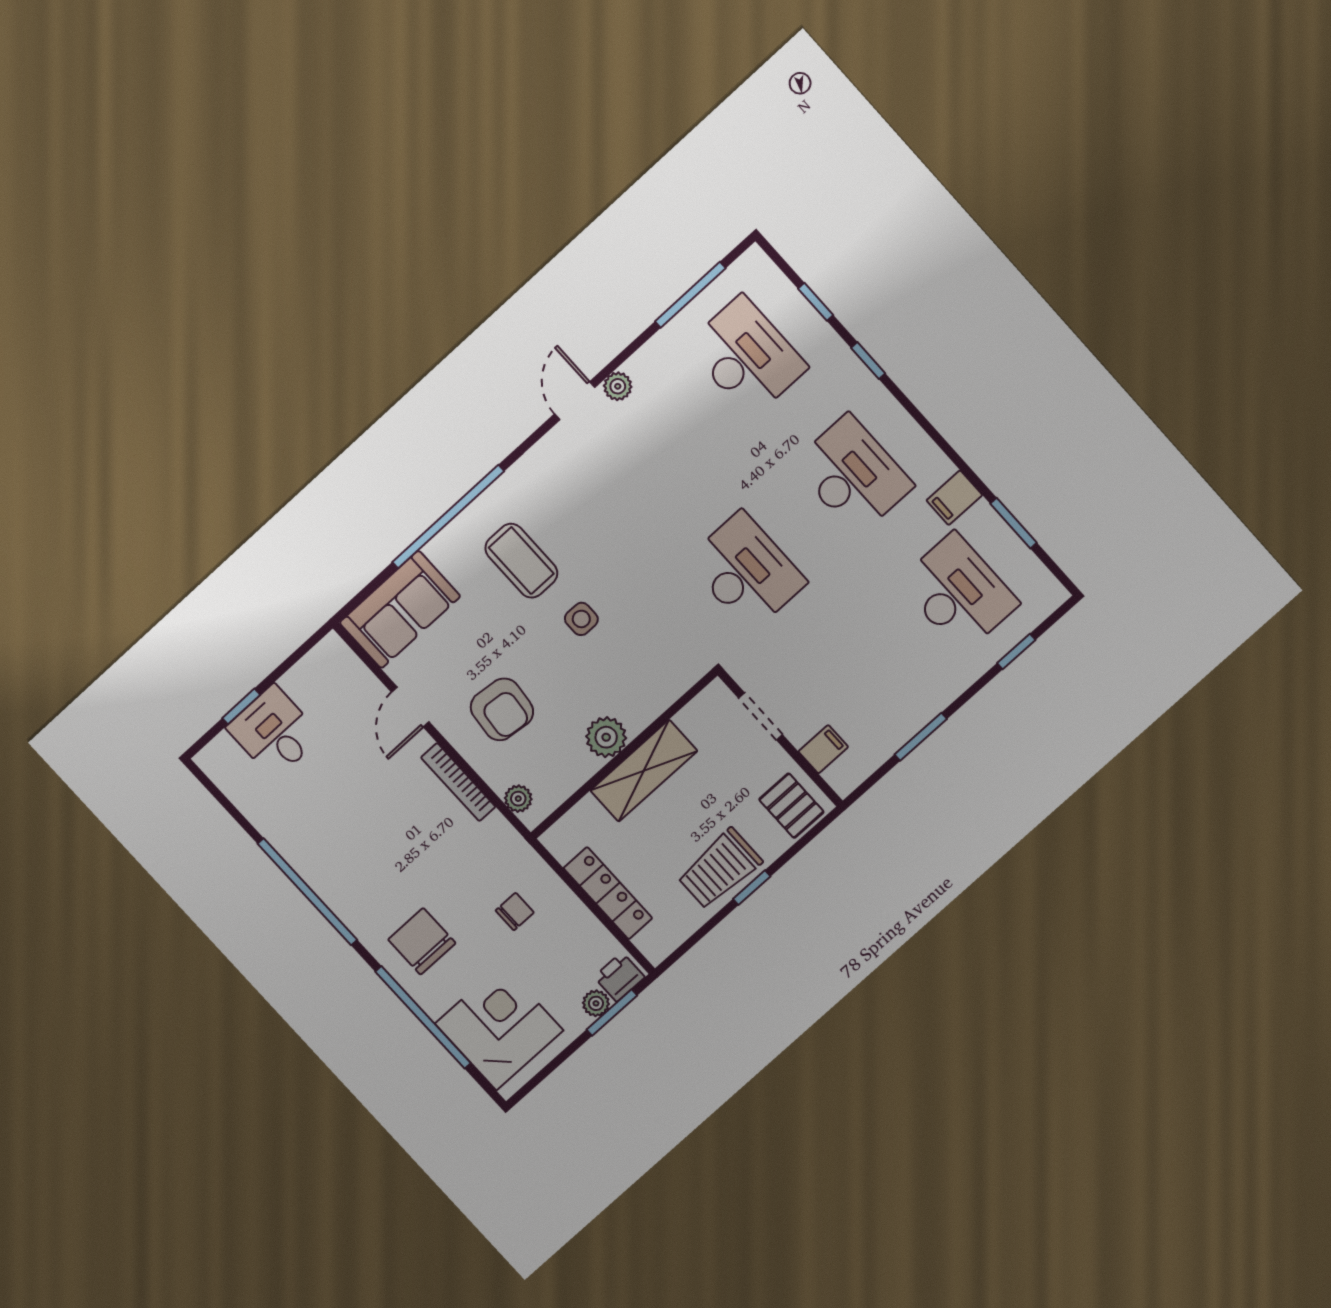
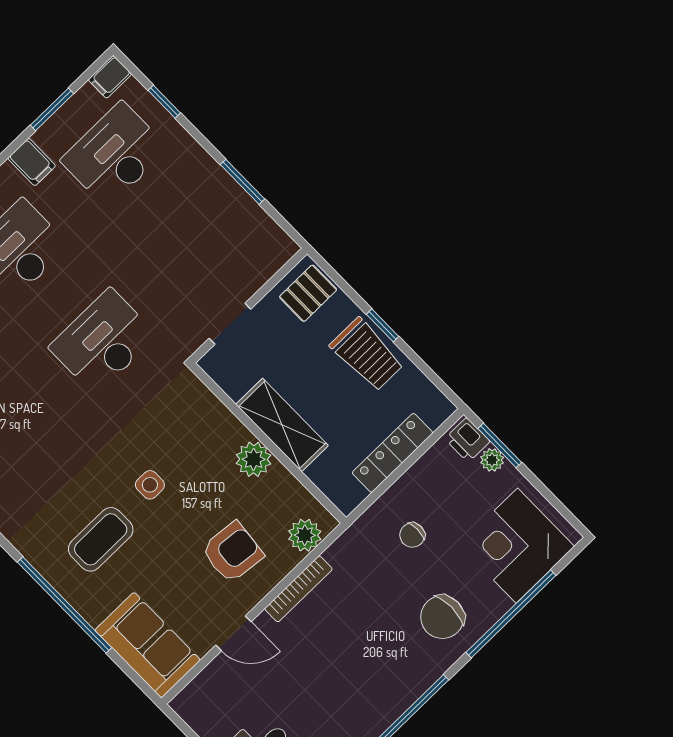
filing cabinet: (823, 749) -> (110, 77), moved, turned -90
plant: (518, 799) -> (305, 535), width x1.38, depth x1.38
chair: (515, 911) -> (412, 535), turned -90

